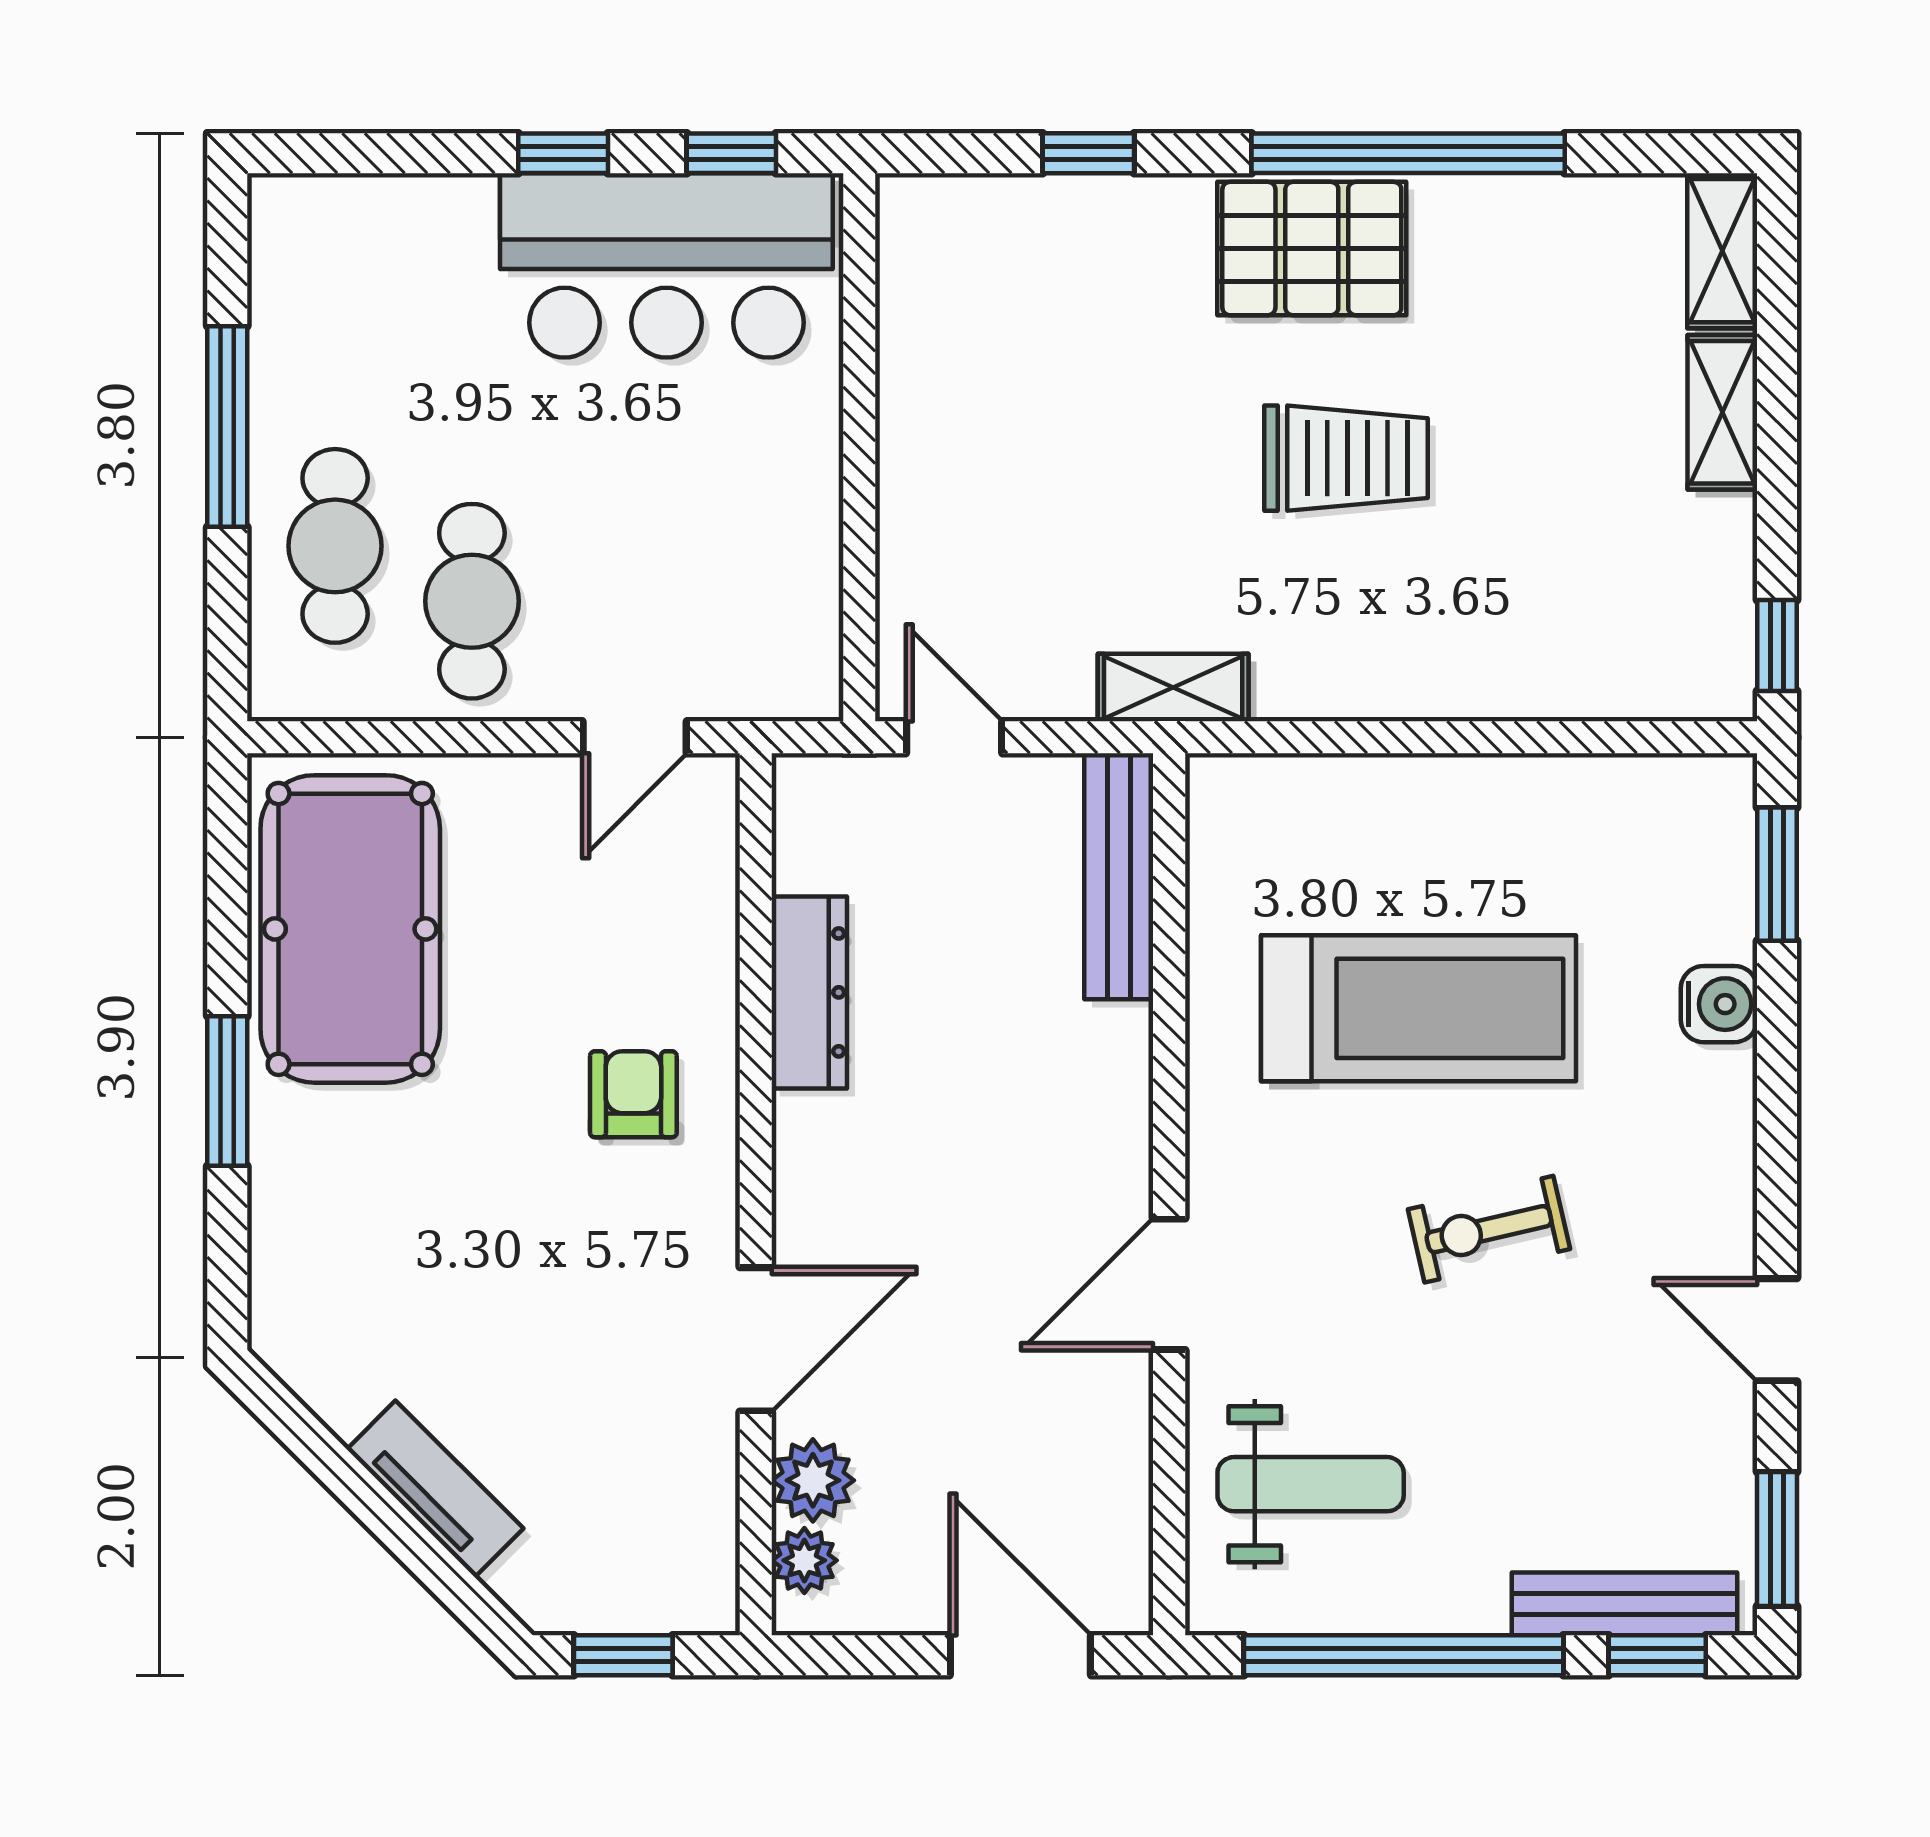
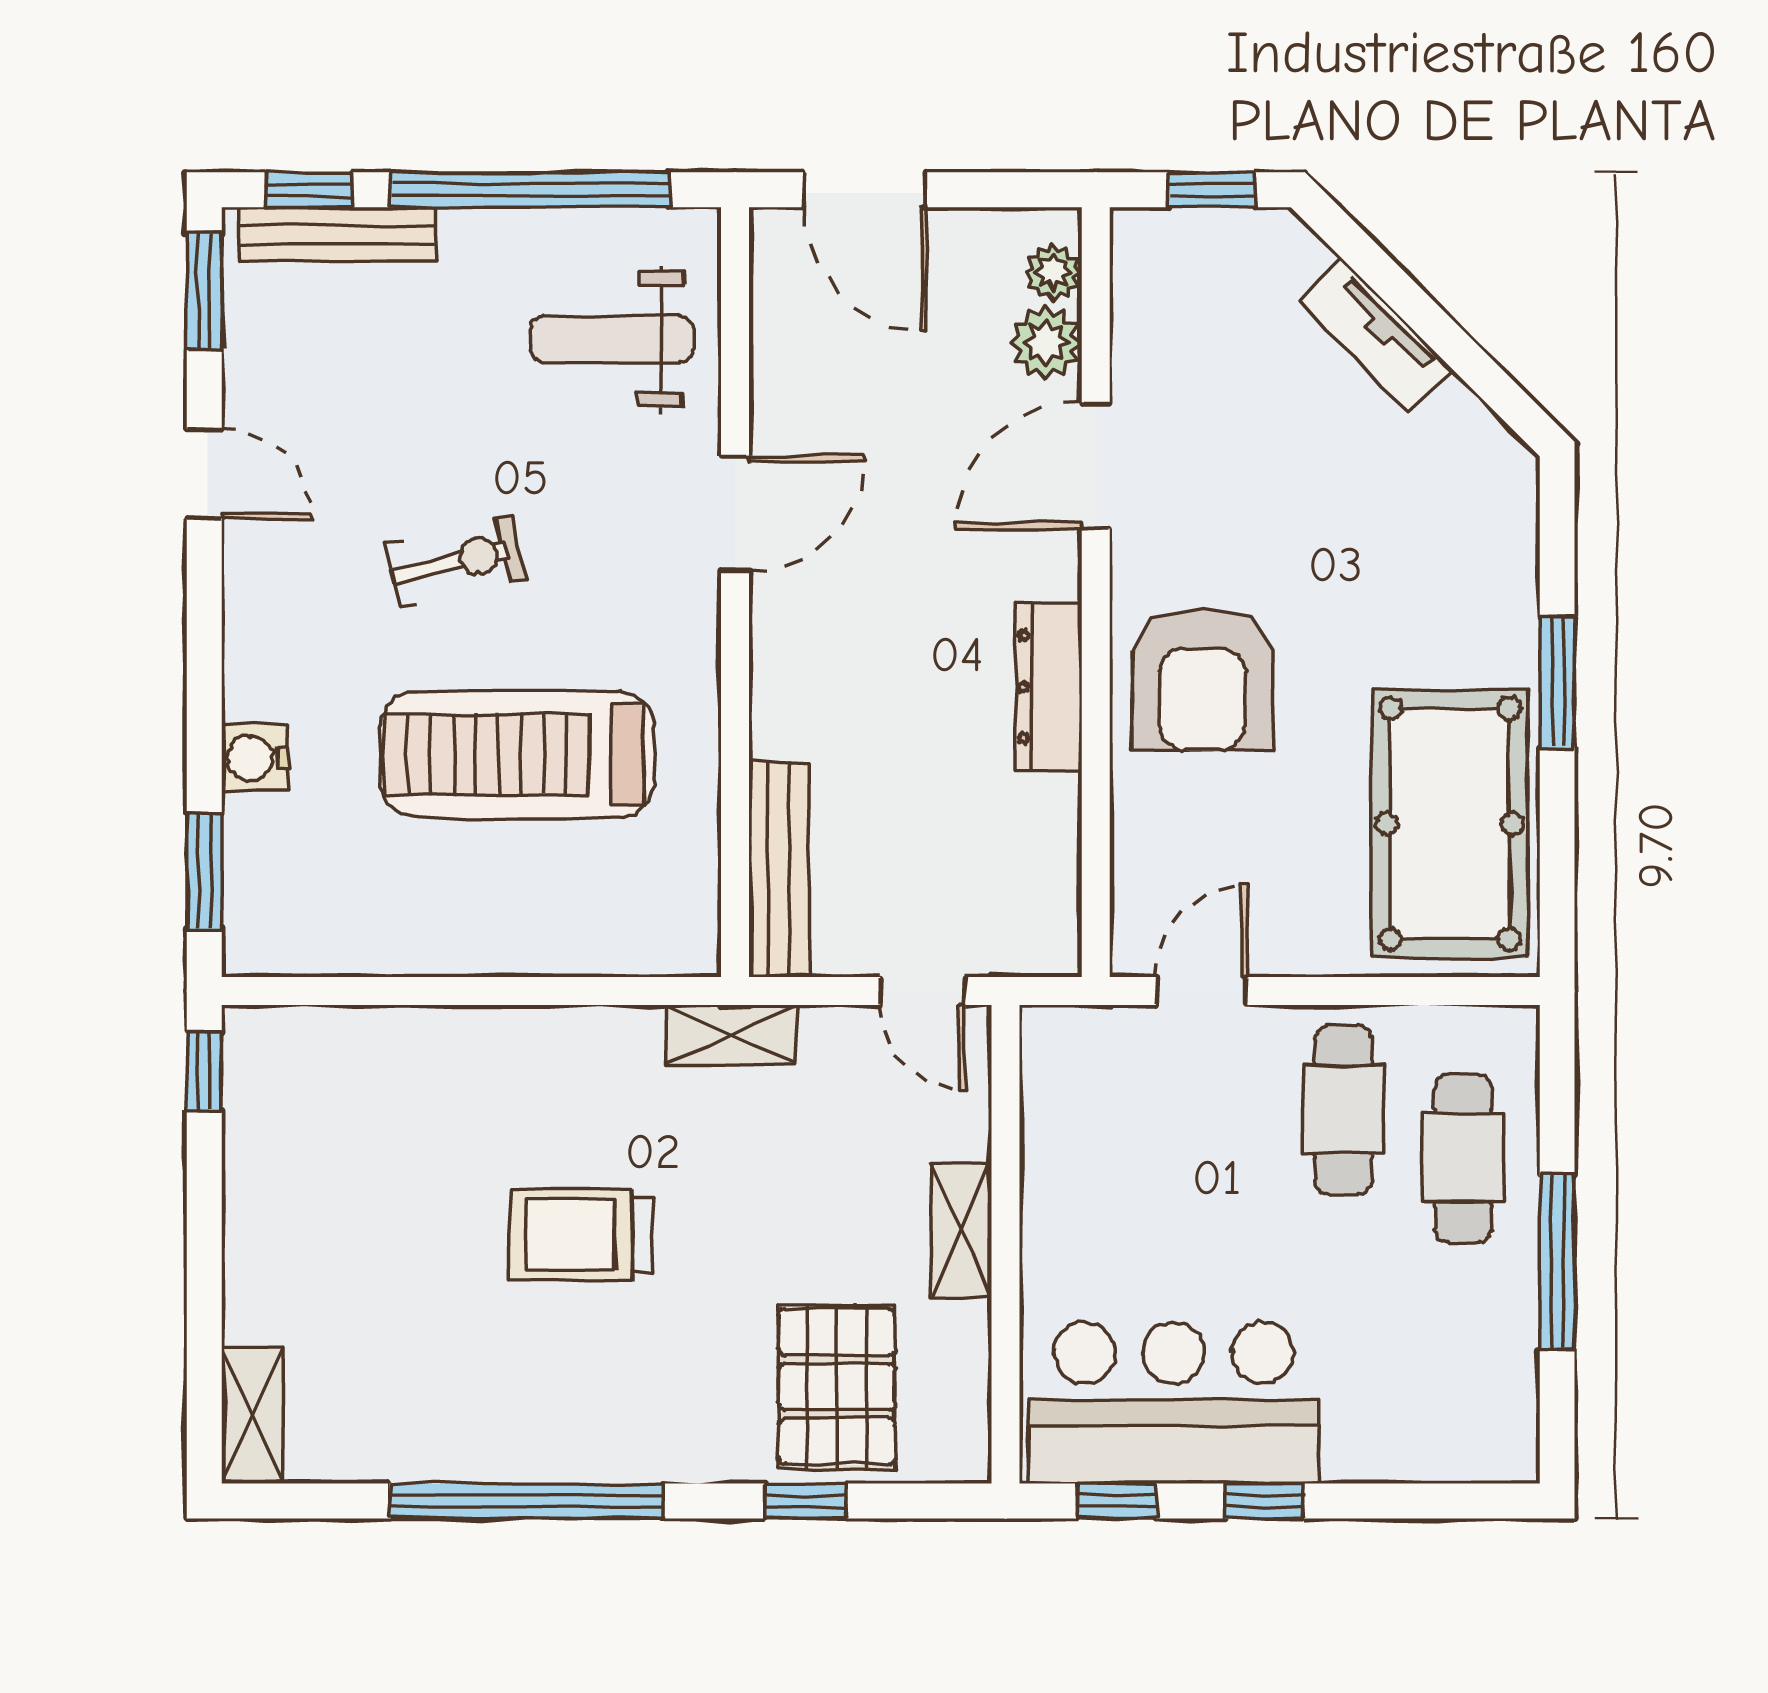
pallet: (1312, 249) -> (837, 1387), moved, turned 90
shelving: (1722, 412) -> (961, 1230), moved
dresser: (809, 992) -> (1049, 687), moved
armchair: (633, 1094) -> (1203, 679), width x1.88, depth x1.88

